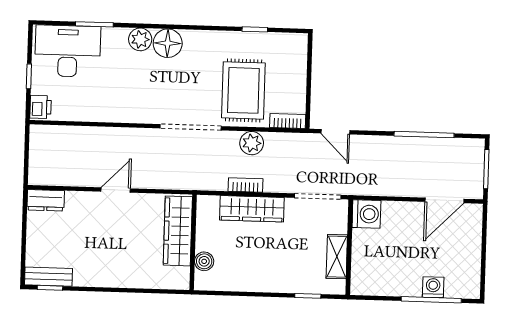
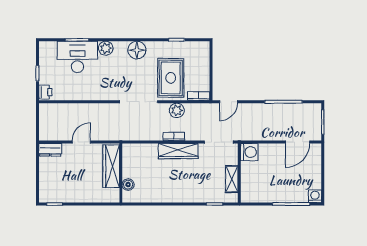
floor lamp: (168, 43) -> (137, 50), moved
desk: (68, 51) -> (77, 57), moved
door: (335, 132) -> (228, 102), hinge flipped
door: (116, 190) -> (81, 142), moved
wardrobe: (178, 231) -> (111, 166), moved
wall: (193, 242) -> (121, 173), moved
boiler: (204, 261) -> (128, 185), moved
bench: (48, 277) -> (53, 197), removed
washing machine: (433, 287) -> (315, 196), moved

